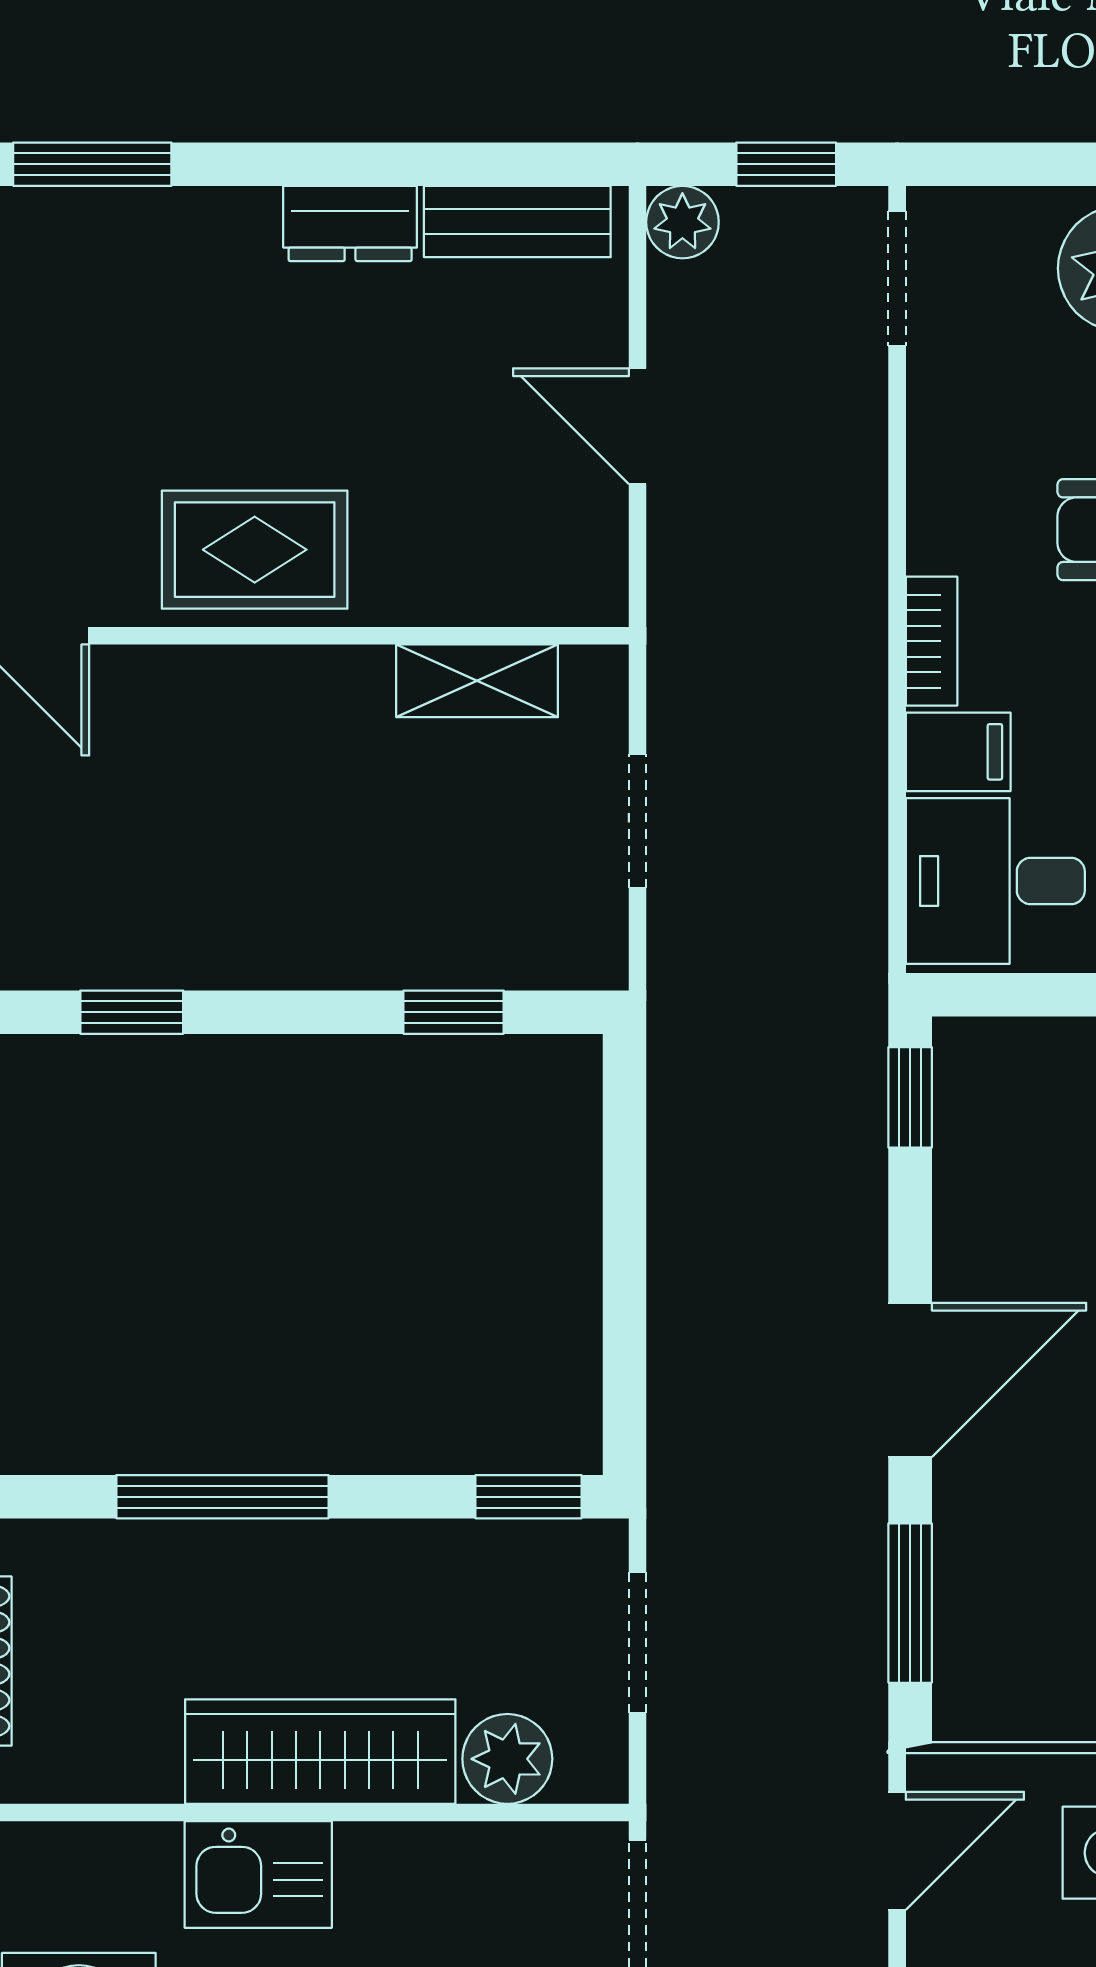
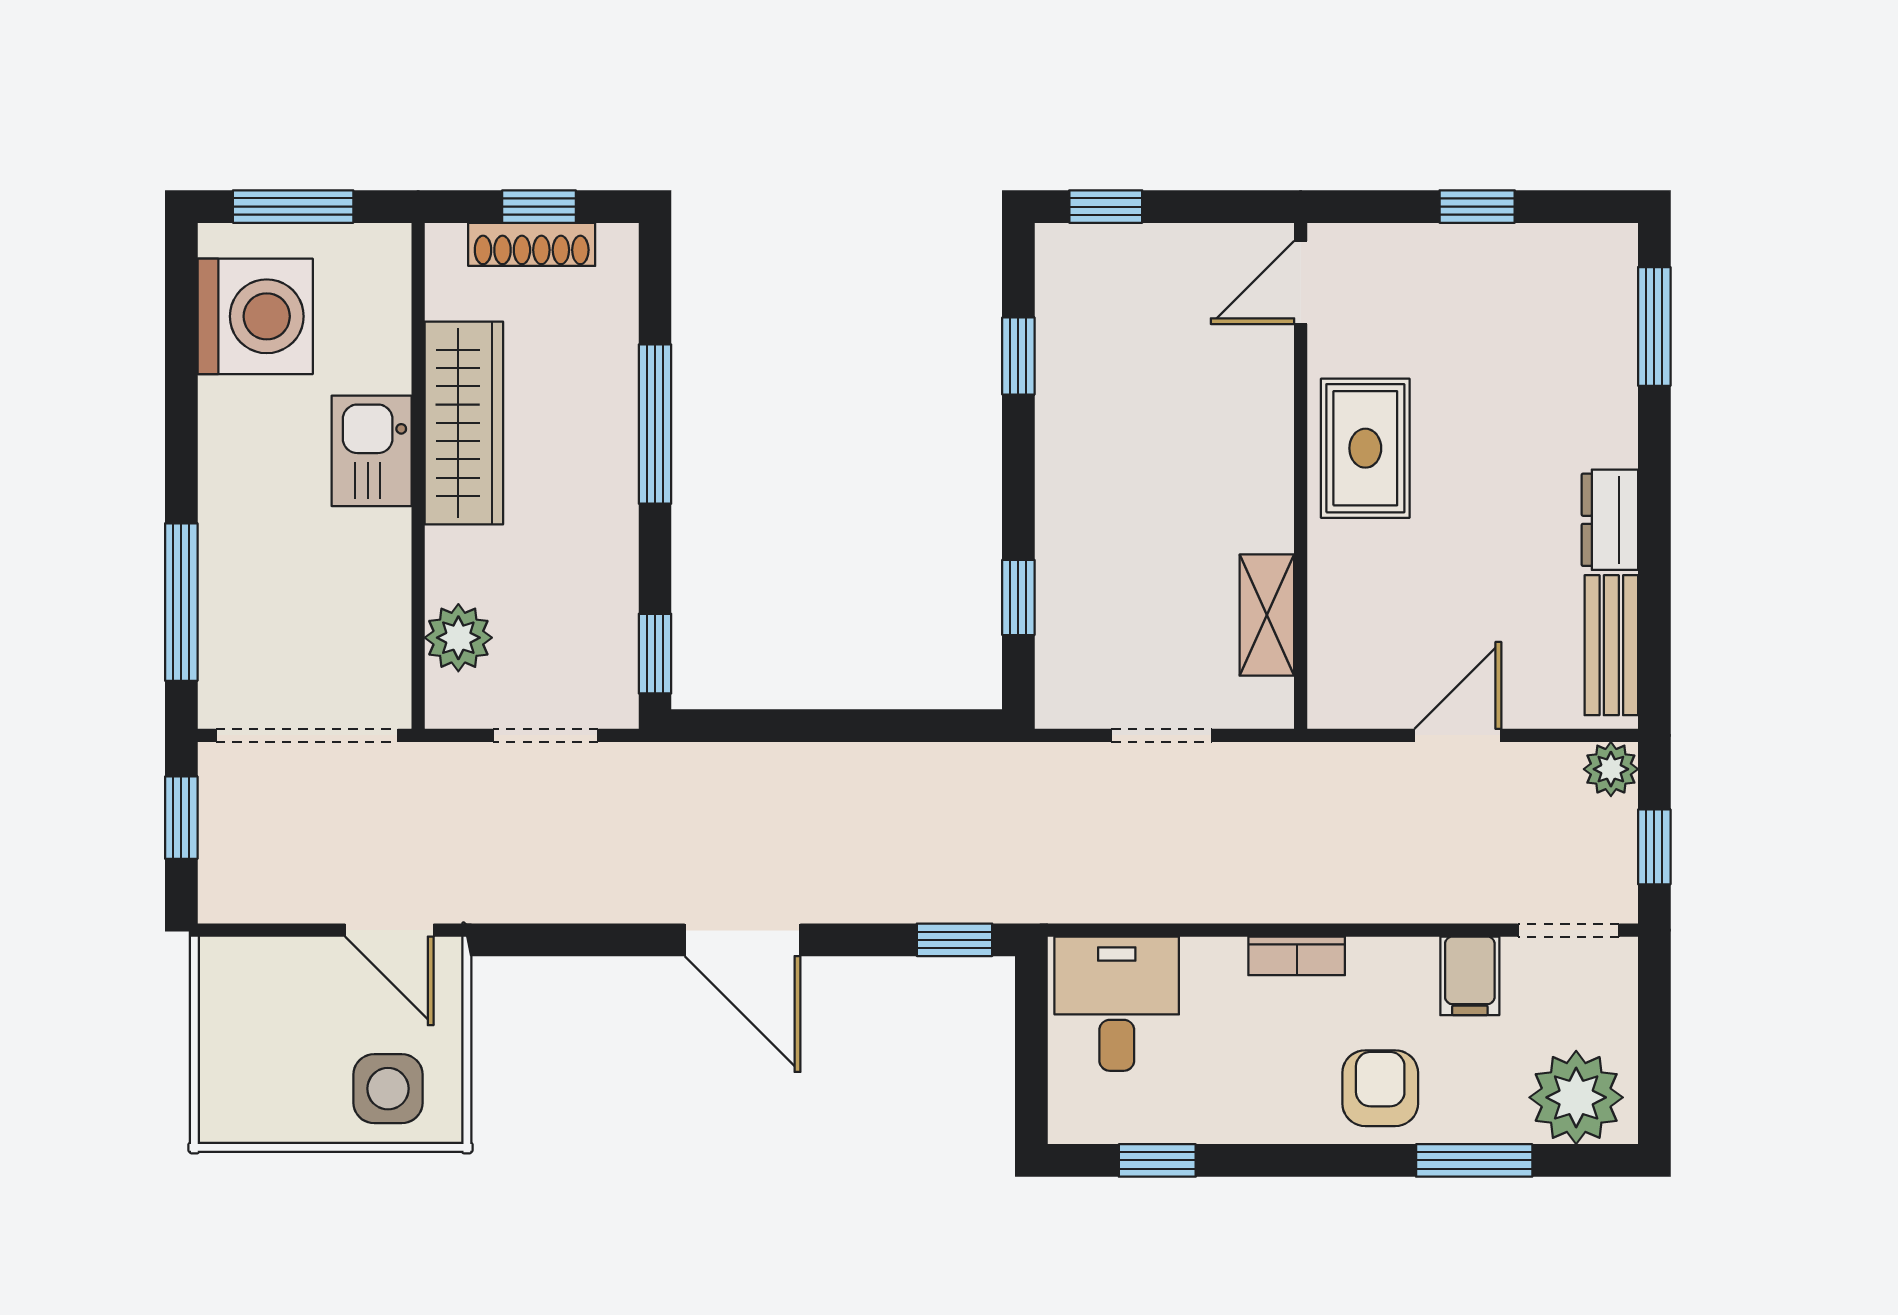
filing cabinet: (958, 752) -> (1470, 976), moved
window: (910, 1603) -> (575, 940), removed
wardrobe: (320, 1752) -> (464, 423), moved

